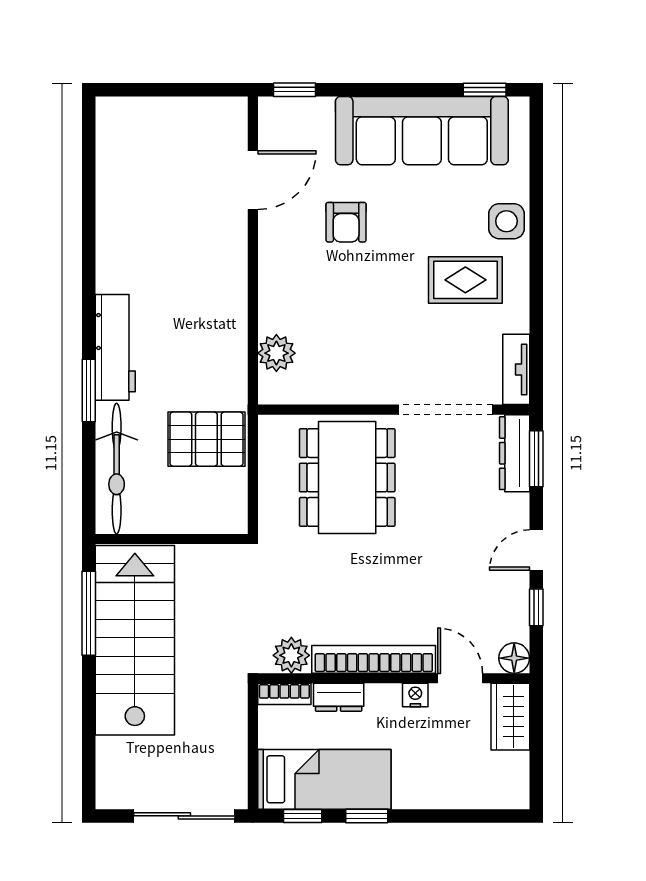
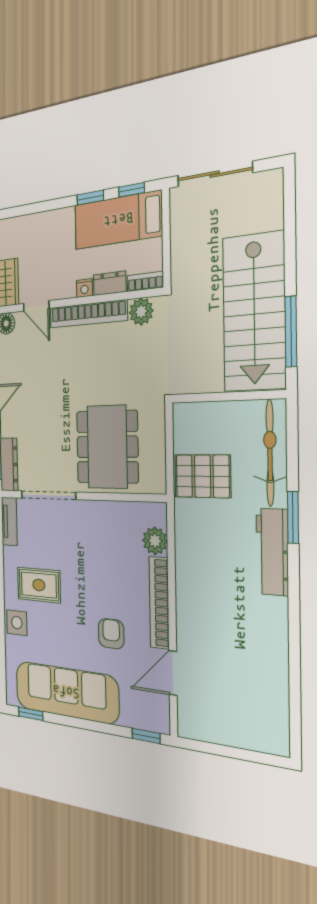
bookcase: (272, 271) -> (159, 603), added
nightstand: (415, 695) -> (84, 288), moved

